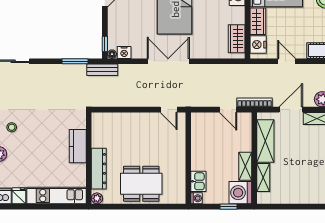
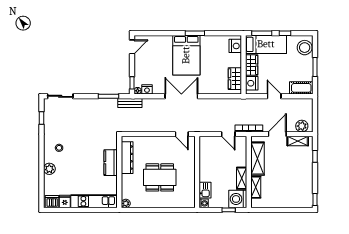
dresser: (99, 169) -> (127, 158), moved
dining table: (141, 184) -> (160, 177), moved

